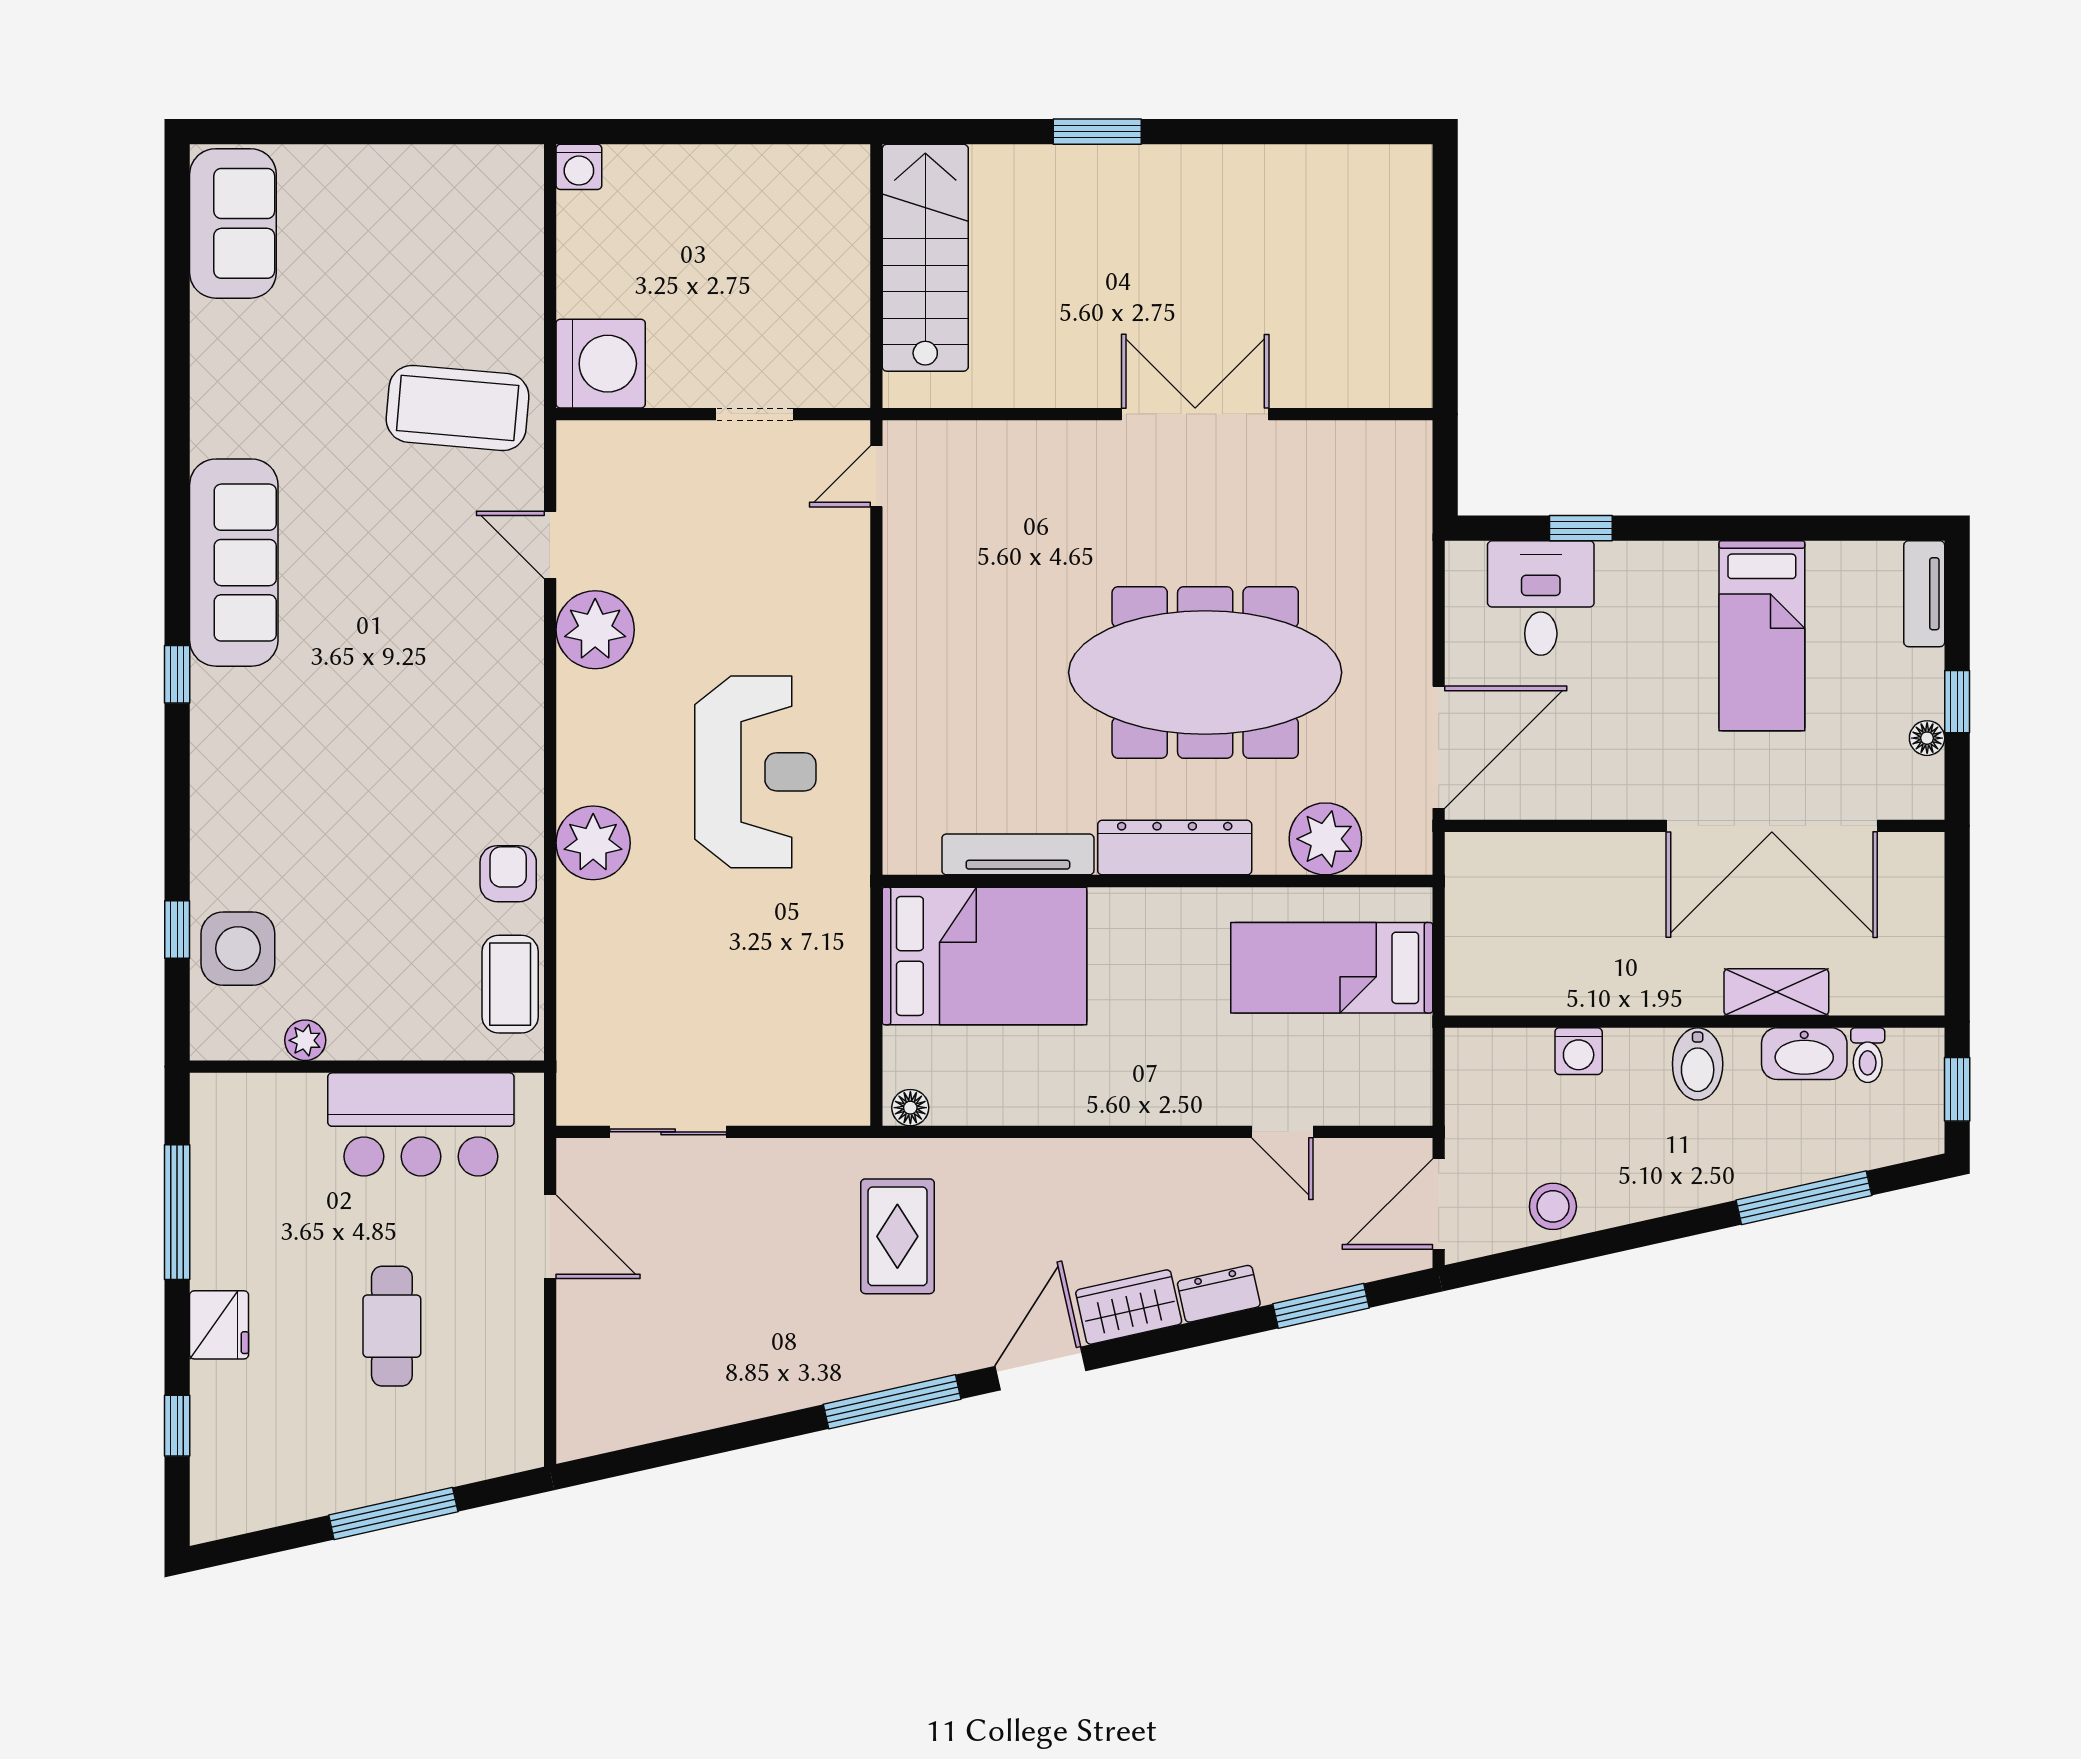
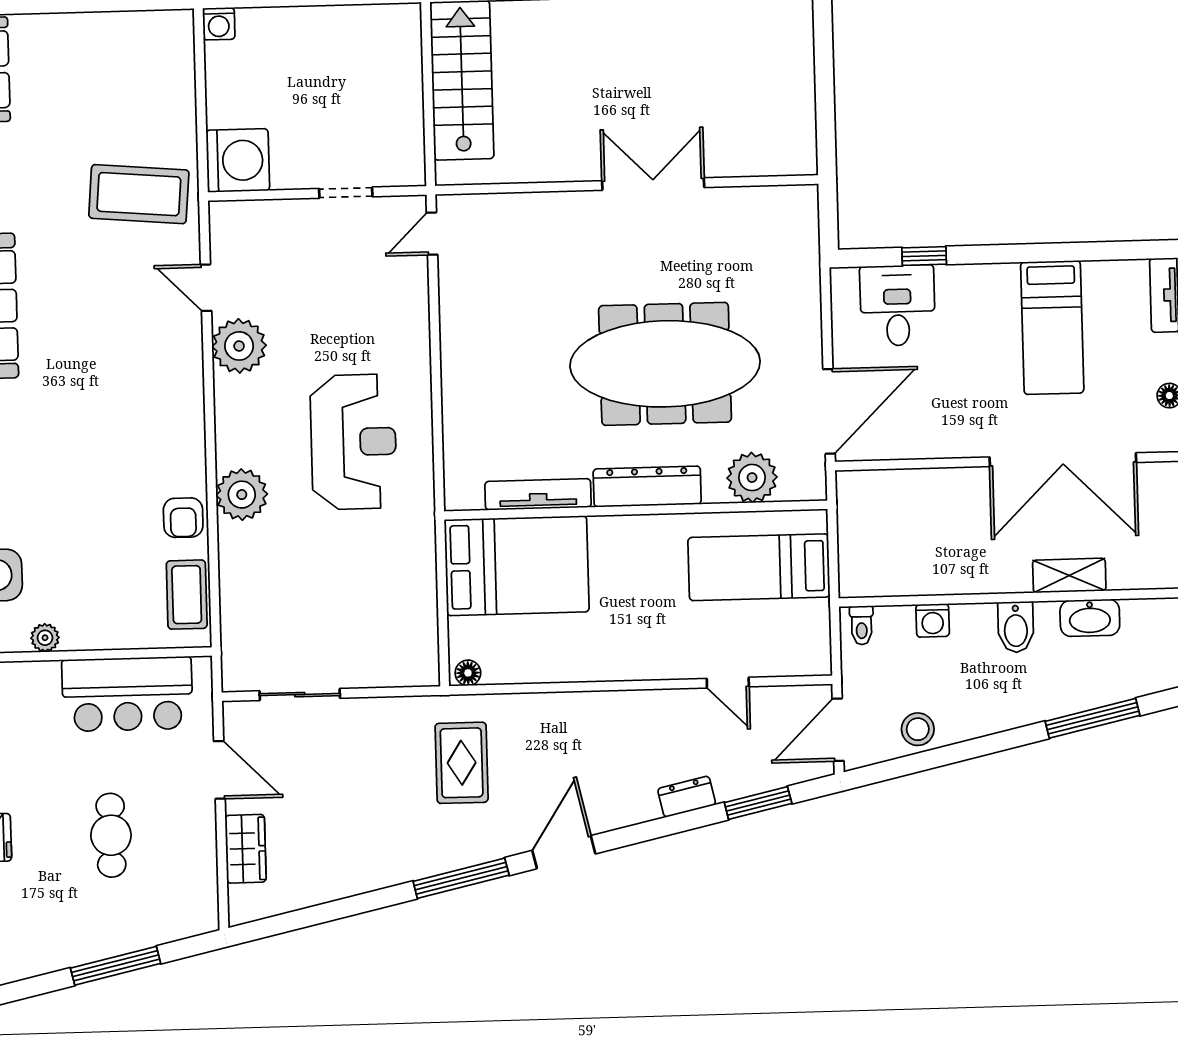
armchair: (508, 874) -> (183, 518), turned 180
toilet: (1868, 1055) -> (862, 625), moved
wardrobe: (1129, 1307) -> (246, 849), moved, turned 103

